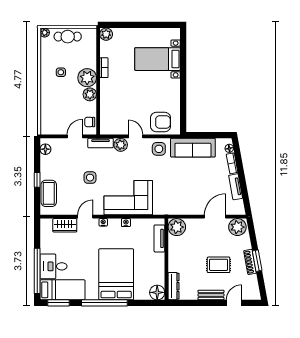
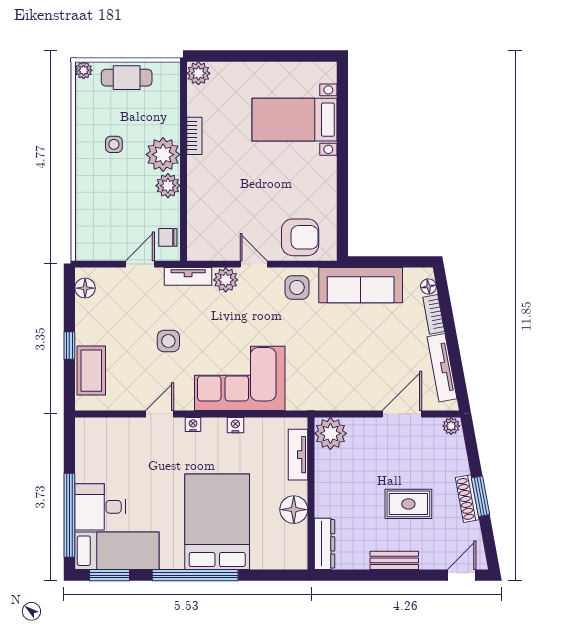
tv unit: (236, 187) -> (442, 368), width x1.41
wardrobe: (65, 225) -> (121, 430), removed
plant: (237, 227) -> (451, 426), width x0.53, depth x0.53
floor lamp: (157, 292) -> (294, 510), moved
door: (234, 303) -> (462, 575), moved

